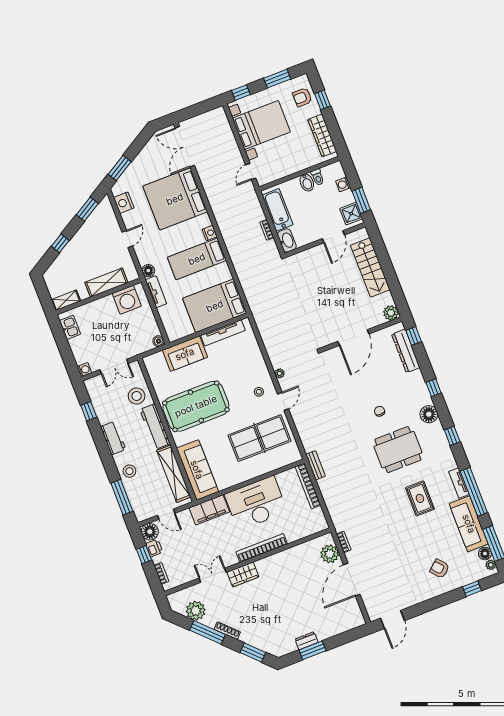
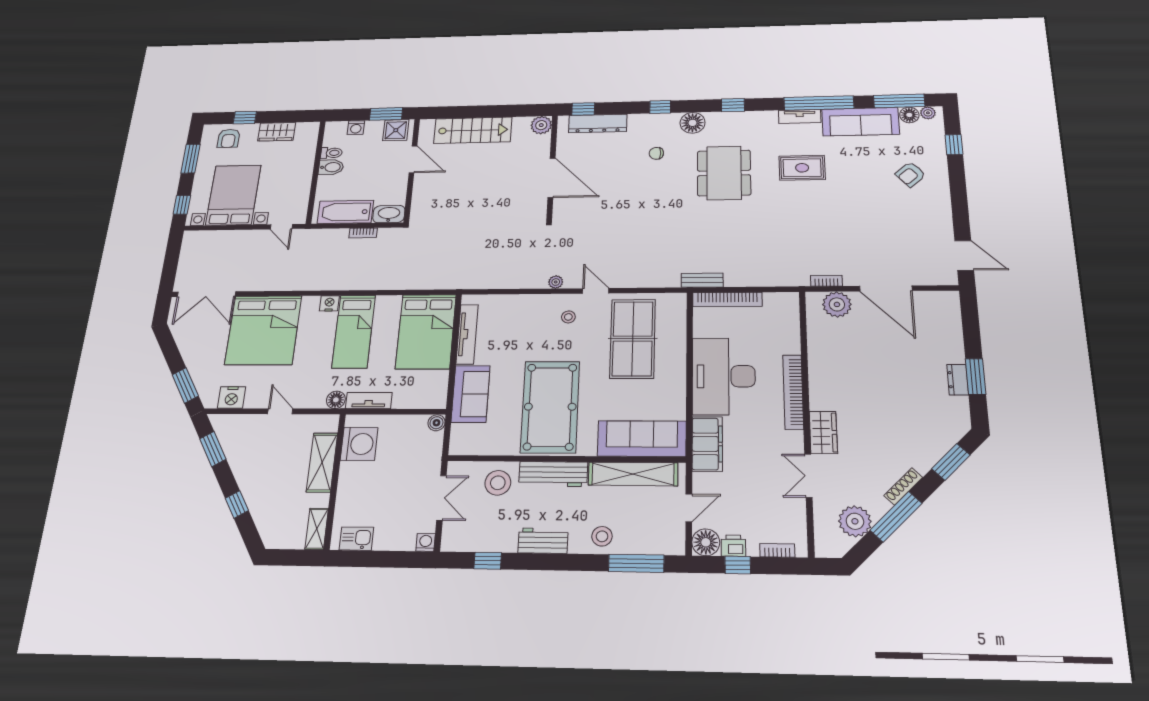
wardrobe: (322, 135) -> (277, 132), width x0.67
chair: (380, 411) -> (656, 153), moved

